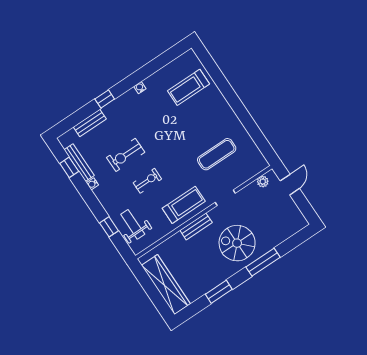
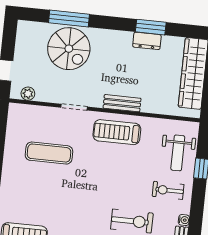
exercise bike: (147, 181) -> (168, 190), moved
spiral stairs: (237, 243) -> (69, 49), moved
window: (263, 262) -> (69, 18), moved
dresser: (214, 281) -> (147, 41), added

